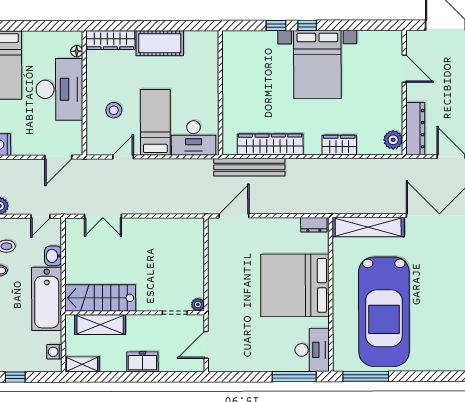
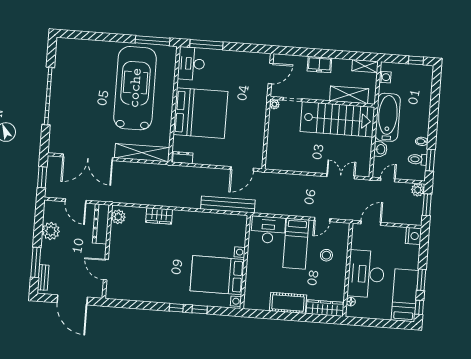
bed with nightstands: (317, 65) -> (217, 275), moved, turned -90
wardrobe: (270, 144) -> (211, 220), removed
stairs: (100, 298) -> (337, 119), width x1.36, depth x1.51

